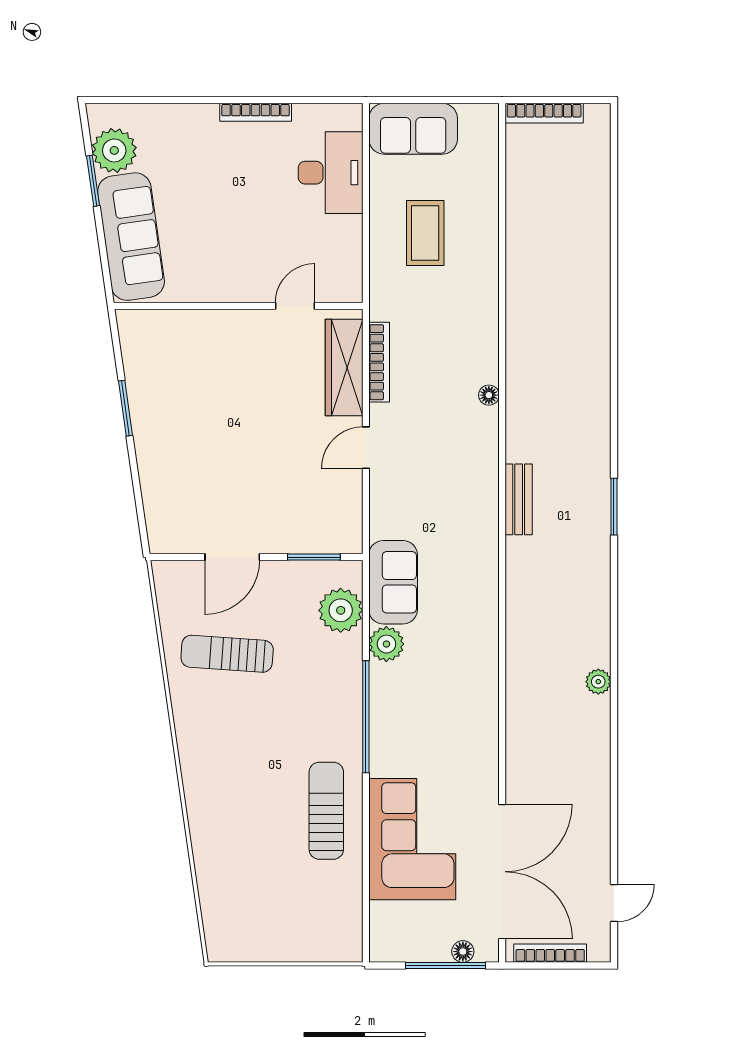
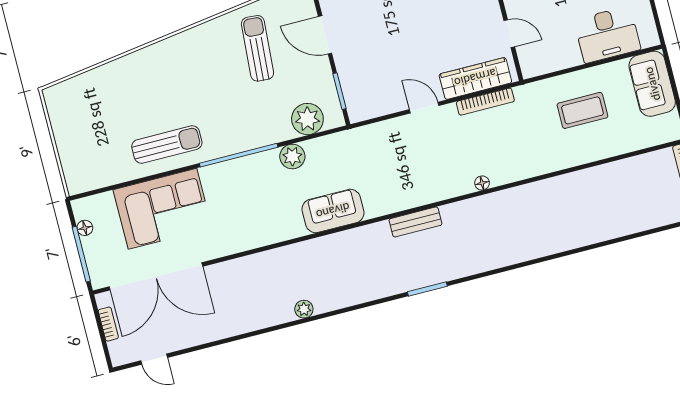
sofa: (393, 582) -> (333, 211), moved, turned 180
floor lamp: (463, 952) -> (85, 228), moved
bookcase: (550, 953) -> (108, 324), width x0.64

